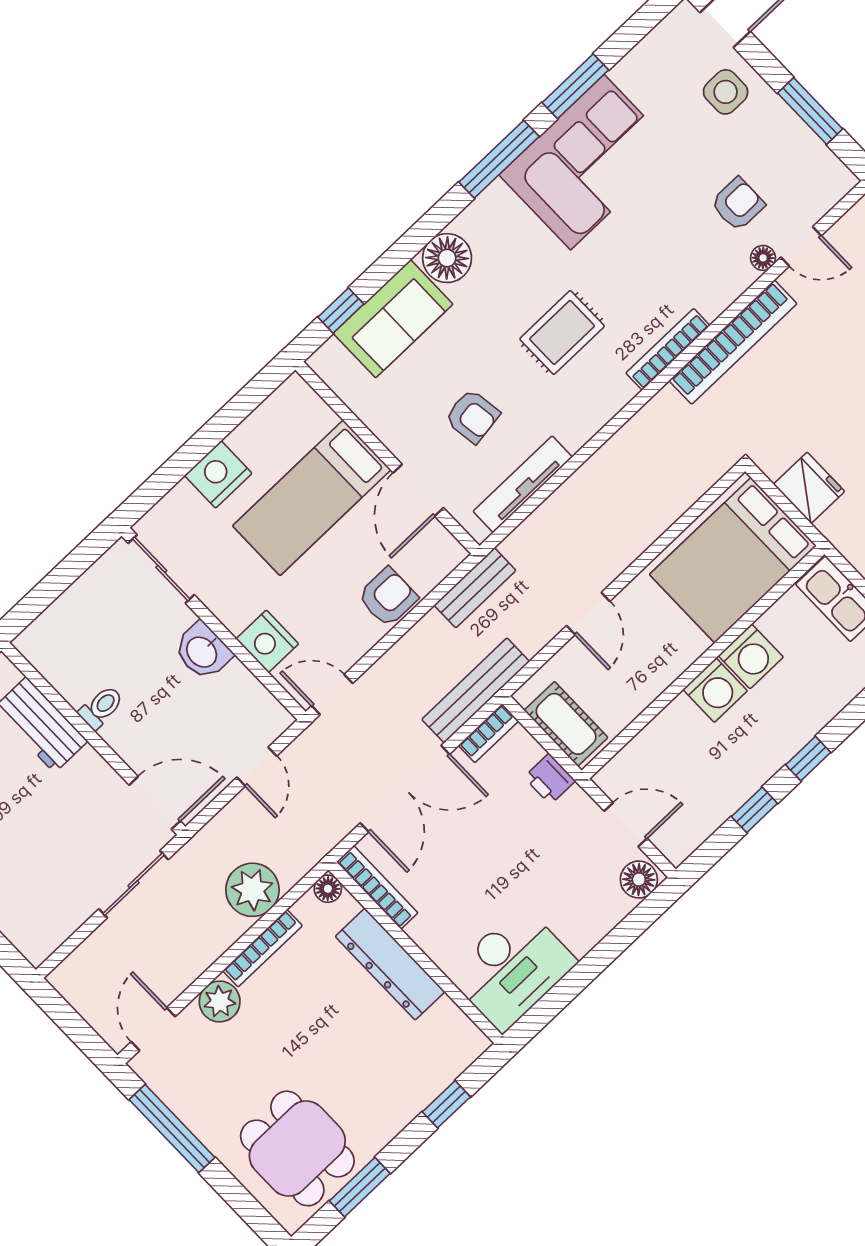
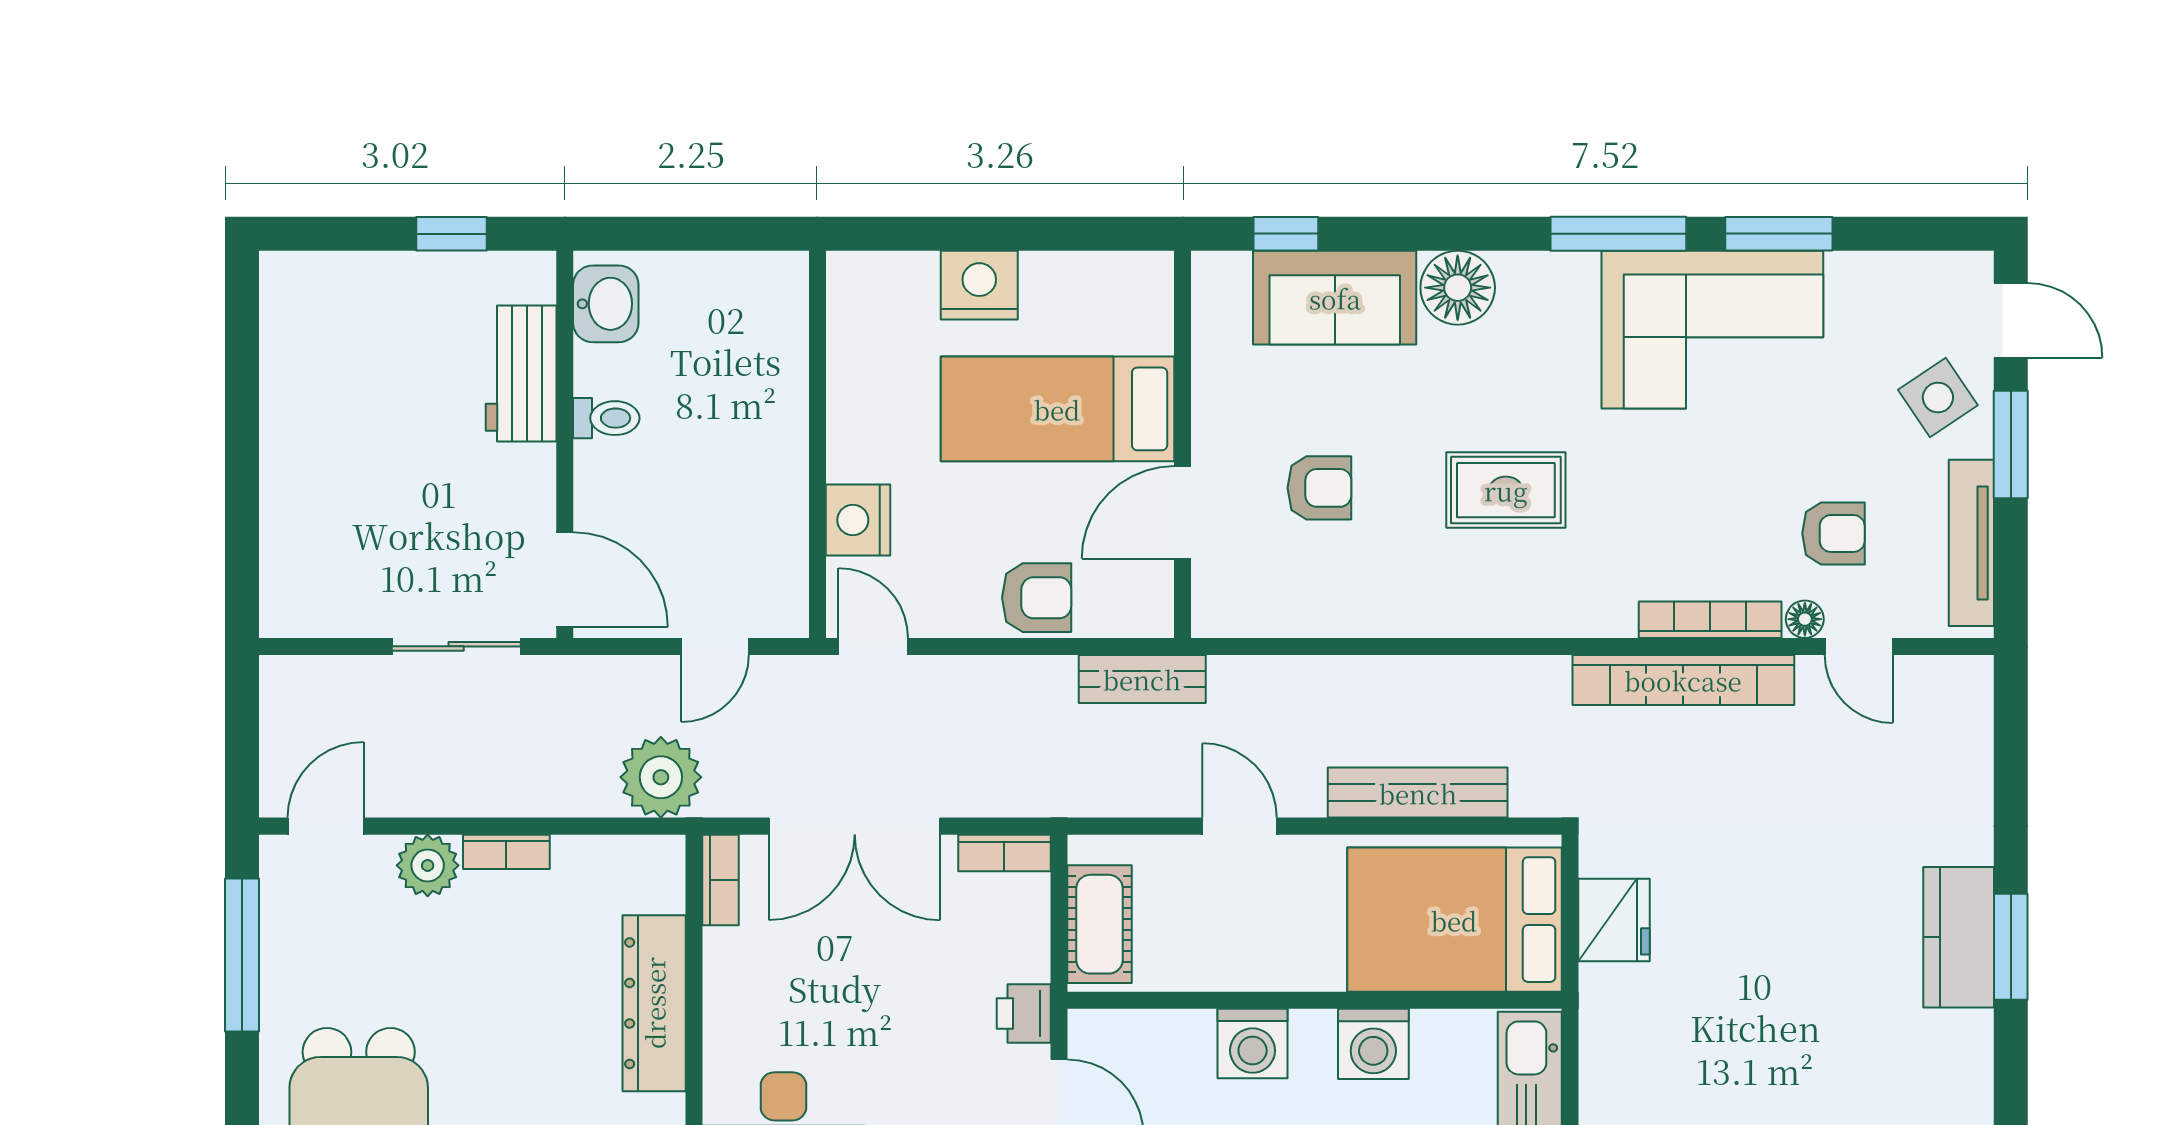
side table: (726, 92) -> (1938, 398), turned -34
window: (810, 111) -> (2011, 444), moved
bookcase: (668, 349) -> (1710, 620), moved
armchair: (472, 416) -> (1319, 488), turned -82
tv unit: (523, 484) -> (1971, 543), moved, turned -90
sliding door: (161, 569) -> (817, 329), removed
door: (588, 613) -> (1240, 826), swing flipped
washbasin: (203, 651) -> (606, 304), moved, turned 180
bench: (476, 690) -> (1418, 793), moved
washing machine: (715, 690) -> (1253, 1044), moved
printer: (550, 779) -> (1024, 1014), moved
bookcase: (377, 887) -> (721, 880), width x0.64
floor lamp: (328, 889) -> (665, 855), removed
plant: (252, 890) -> (661, 777), moved
bookcase: (262, 948) -> (506, 852), width x0.64

